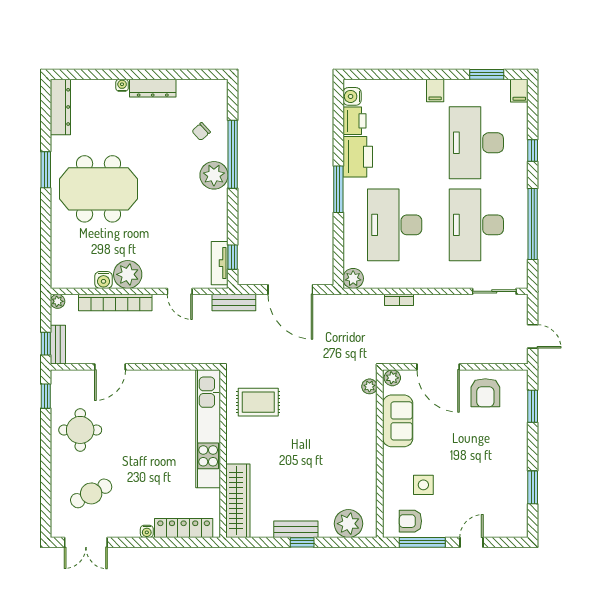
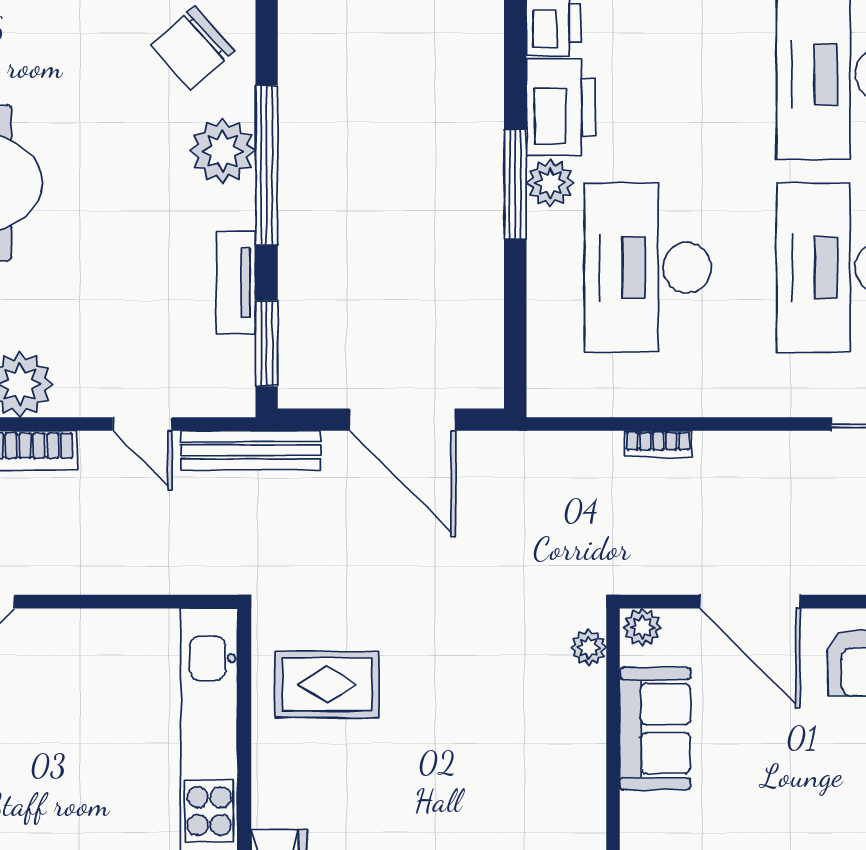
chair: (201, 132) -> (193, 48), width x1.87, depth x1.87
window: (233, 154) -> (267, 165), moved
window: (233, 257) -> (267, 343), width x1.50
tv unit: (220, 263) -> (236, 283), moved
plant: (353, 278) -> (550, 183), moved
bench: (234, 303) -> (251, 450), width x1.36

